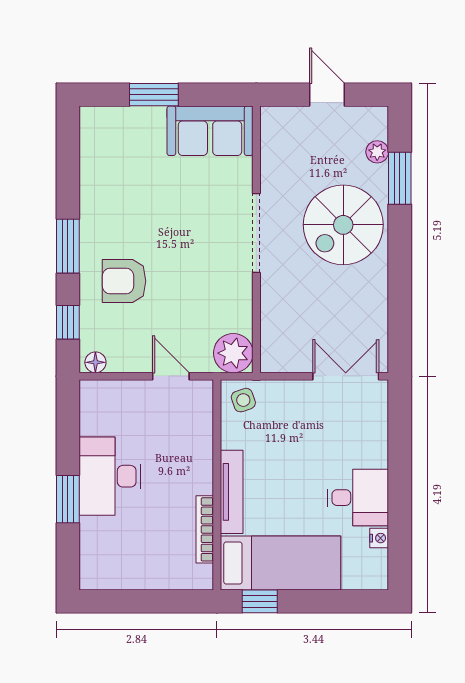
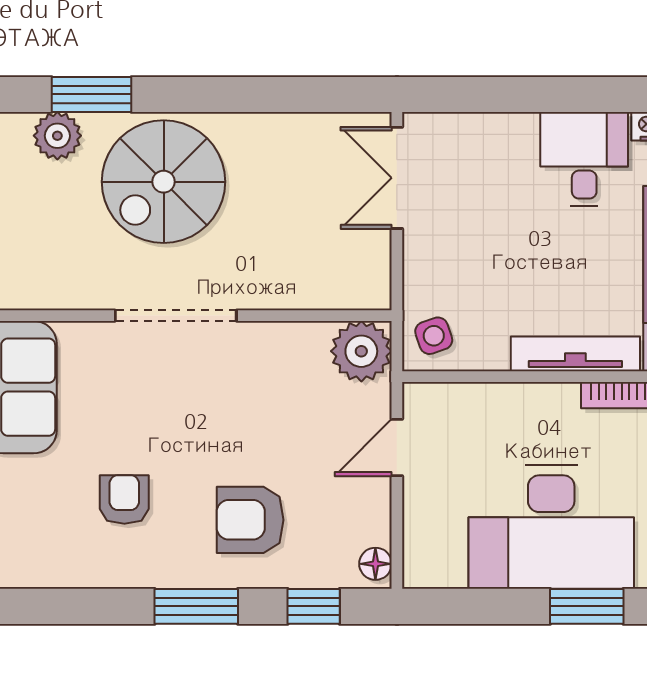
plant: (377, 152) -> (57, 136), width x1.38, depth x1.38
armchair: (137, 199) -> (124, 499), added
spiral stairs: (343, 225) -> (164, 182), turned 90
armchair: (124, 281) -> (250, 520), turned 90
desk: (110, 476) -> (551, 527), width x1.36, depth x1.30

